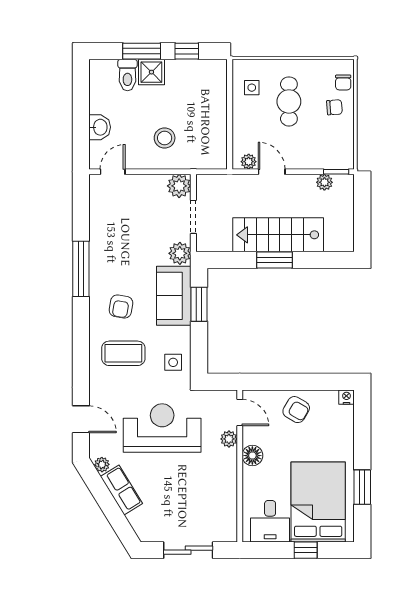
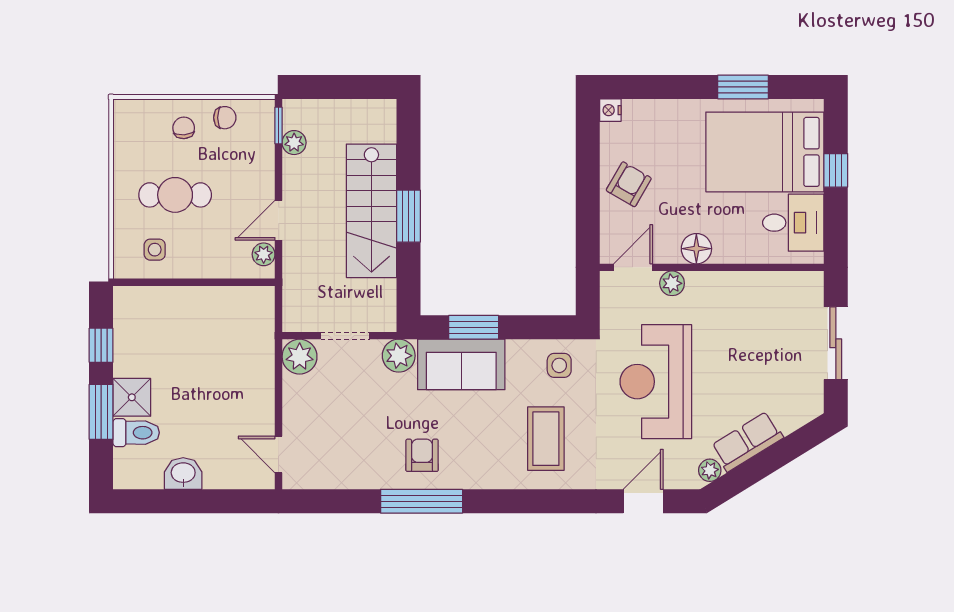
chair: (343, 82) -> (225, 118), moved
washbasin: (100, 127) -> (183, 474), moved
stool: (165, 138) -> (229, 378), removed
armchair: (121, 306) -> (422, 455), moved, turned -100

